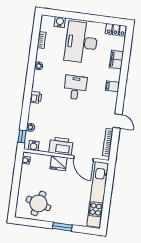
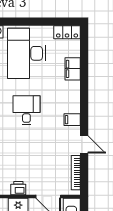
filing cabinet: (112, 86) -> (72, 120), moved
printer: (61, 146) -> (18, 188), width x0.53, depth x0.68

